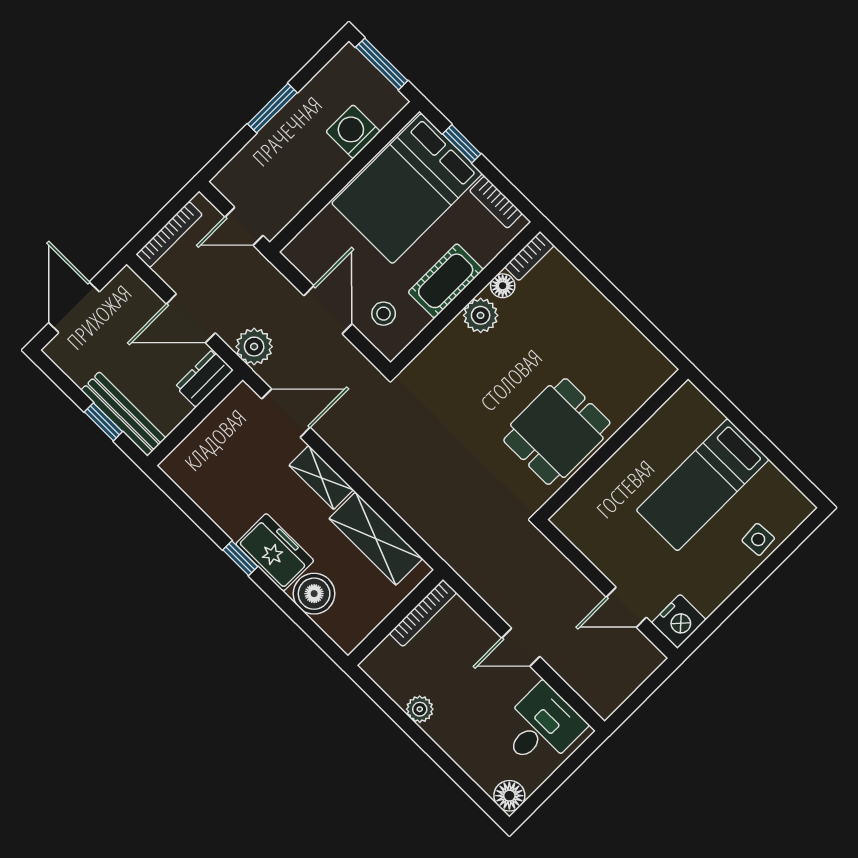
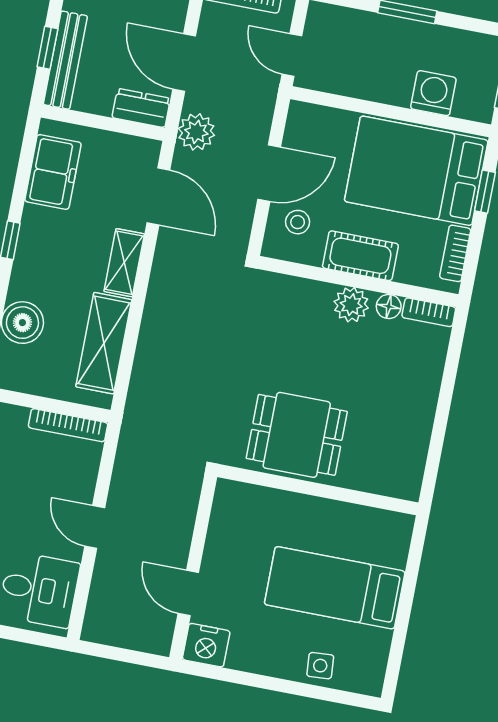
freezer: (275, 552) -> (53, 172), moved

